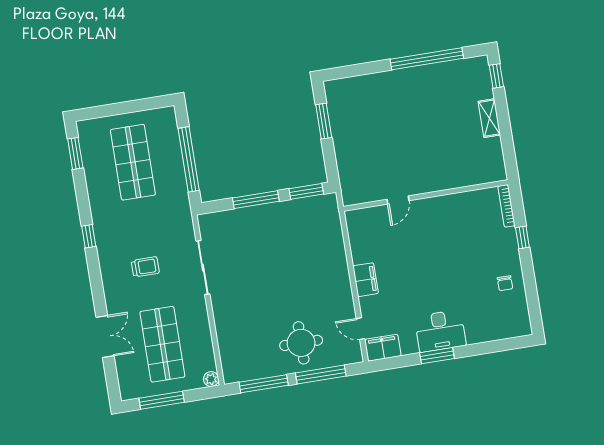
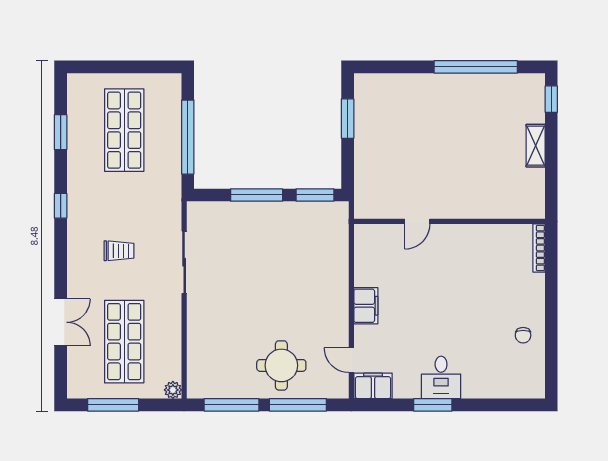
window: (75, 153) -> (61, 132), moved
window: (522, 237) -> (551, 287), removed
desk: (440, 331) -> (441, 377), width x0.73

